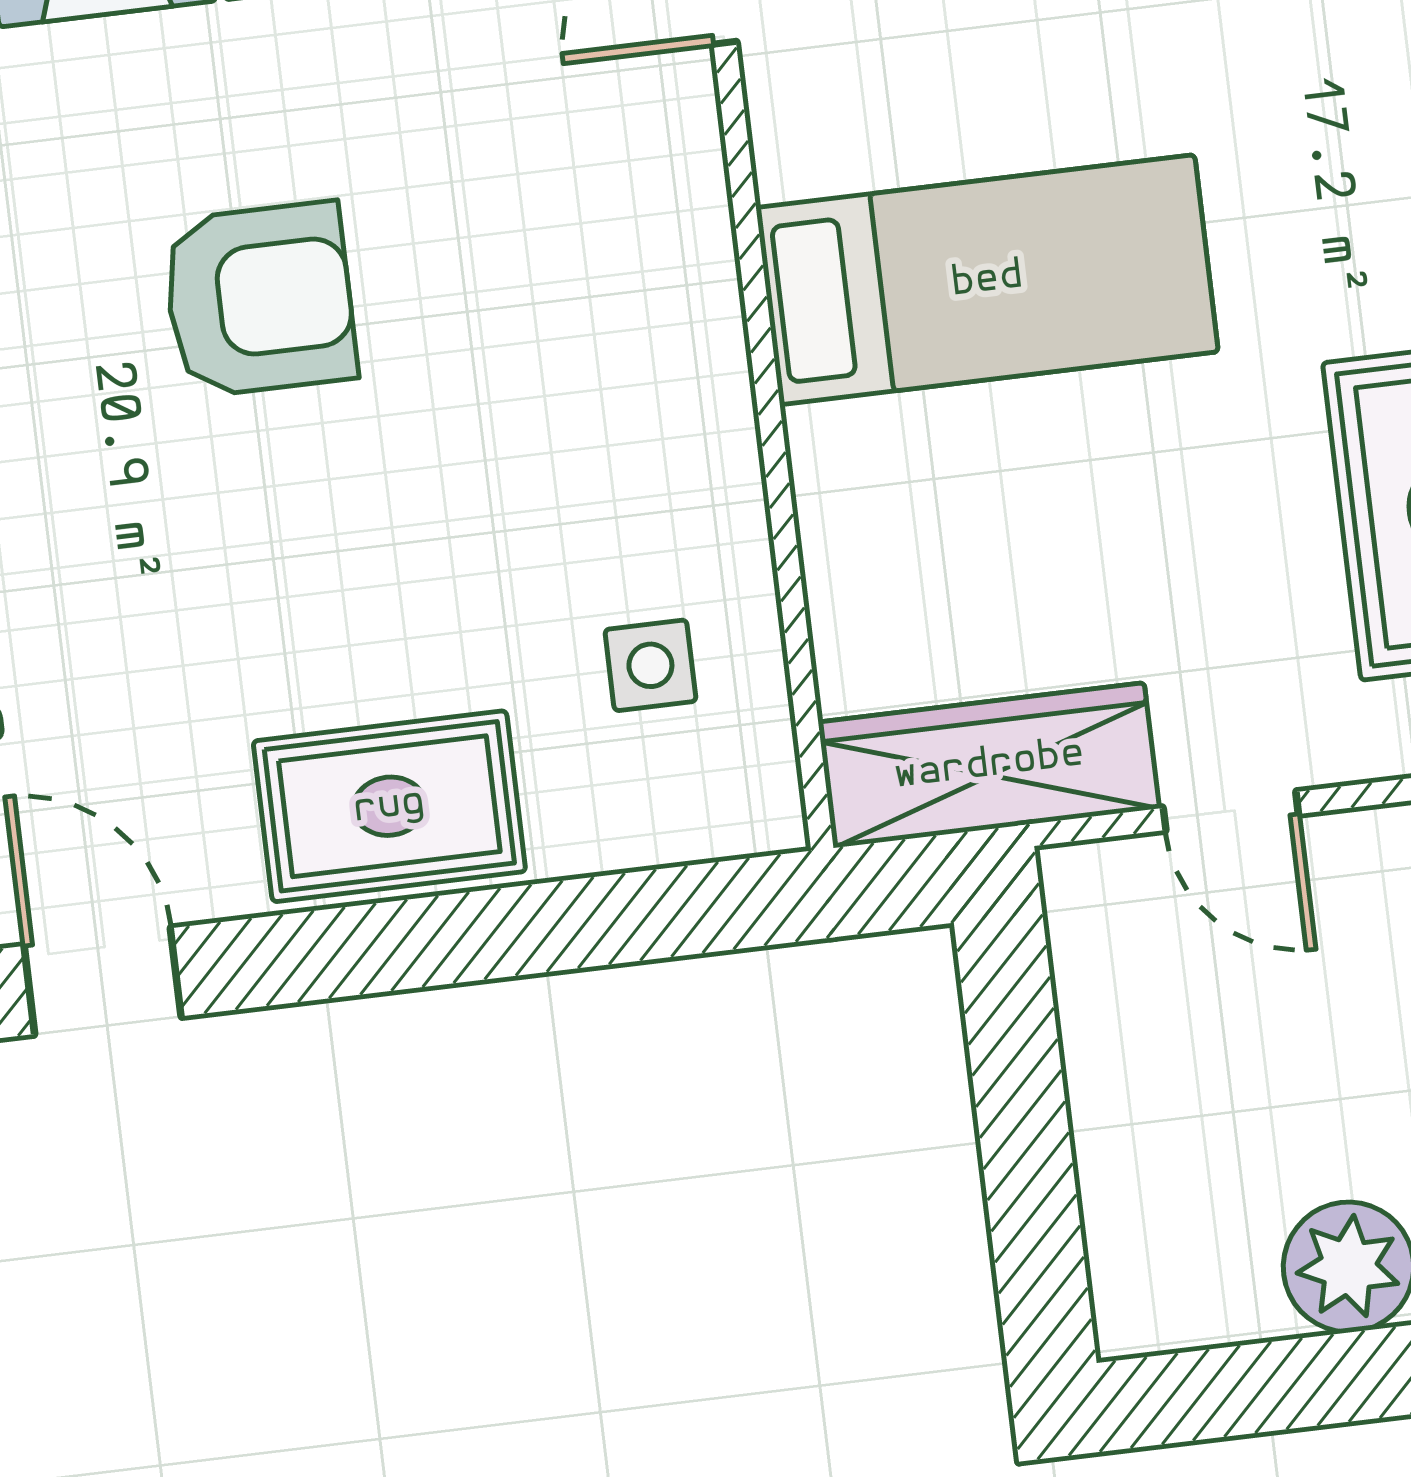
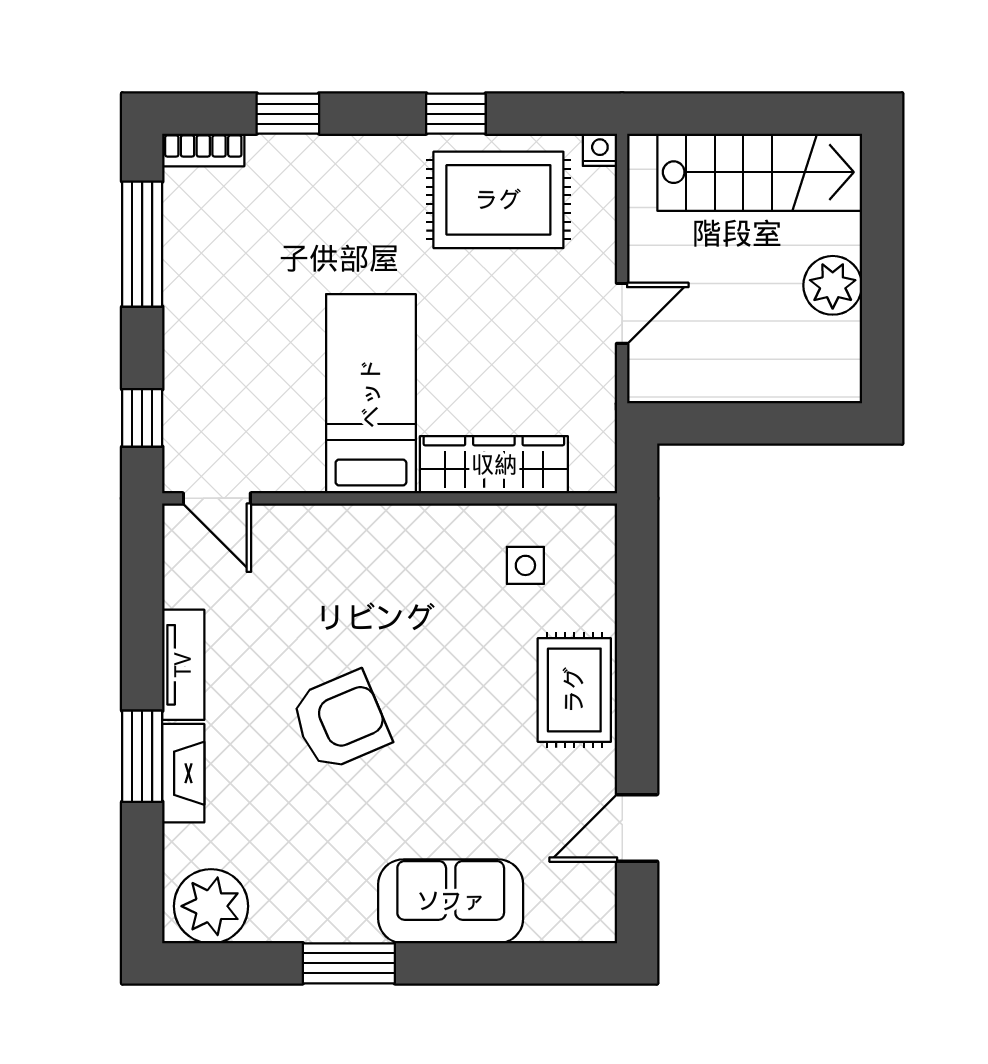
armchair: (259, 300) -> (340, 721), turned 67
wardrobe: (989, 765) -> (494, 465), moved, turned 90

